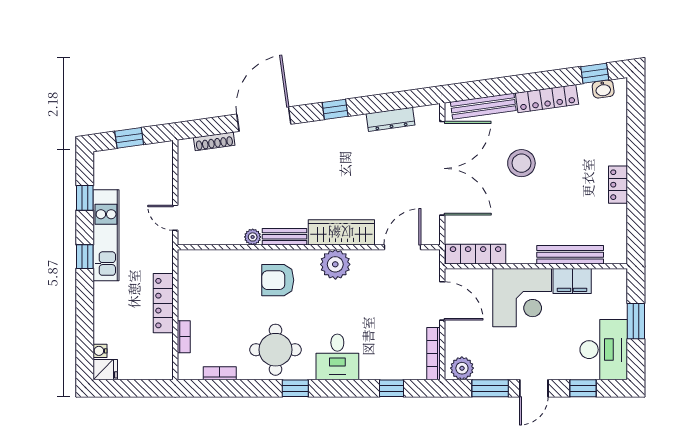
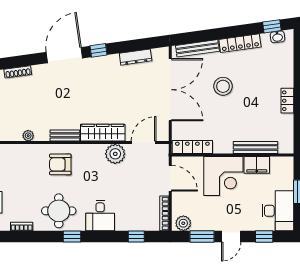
door: (264, 119) -> (64, 55), moved
plant: (253, 237) -> (28, 136), moved
plant: (335, 264) -> (115, 154), moved

